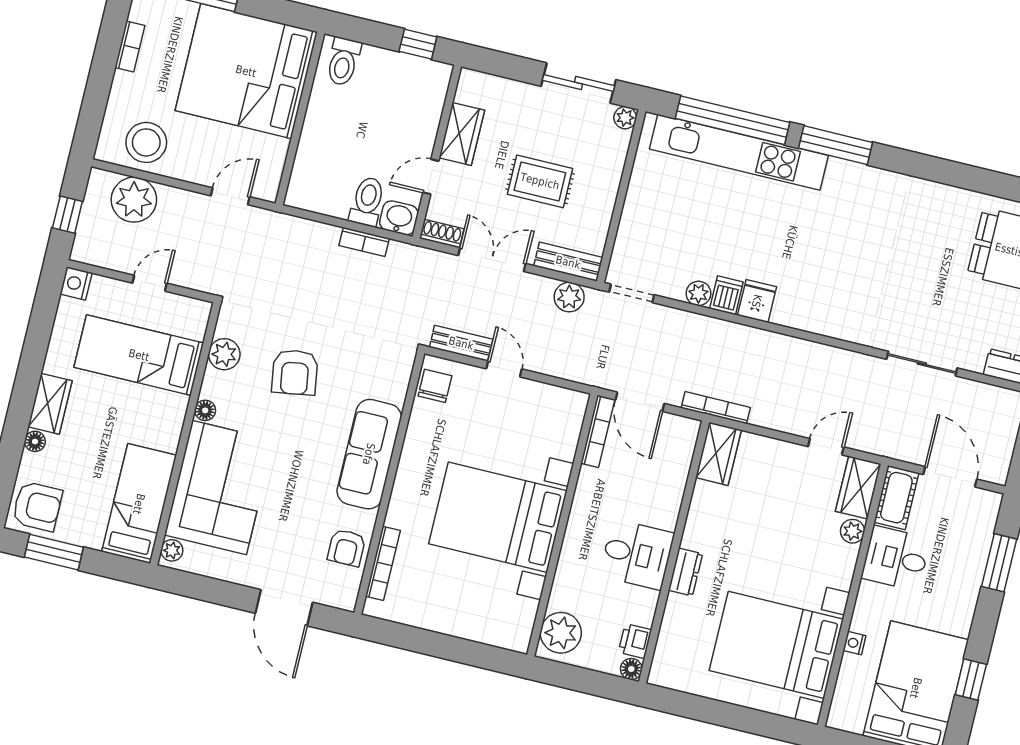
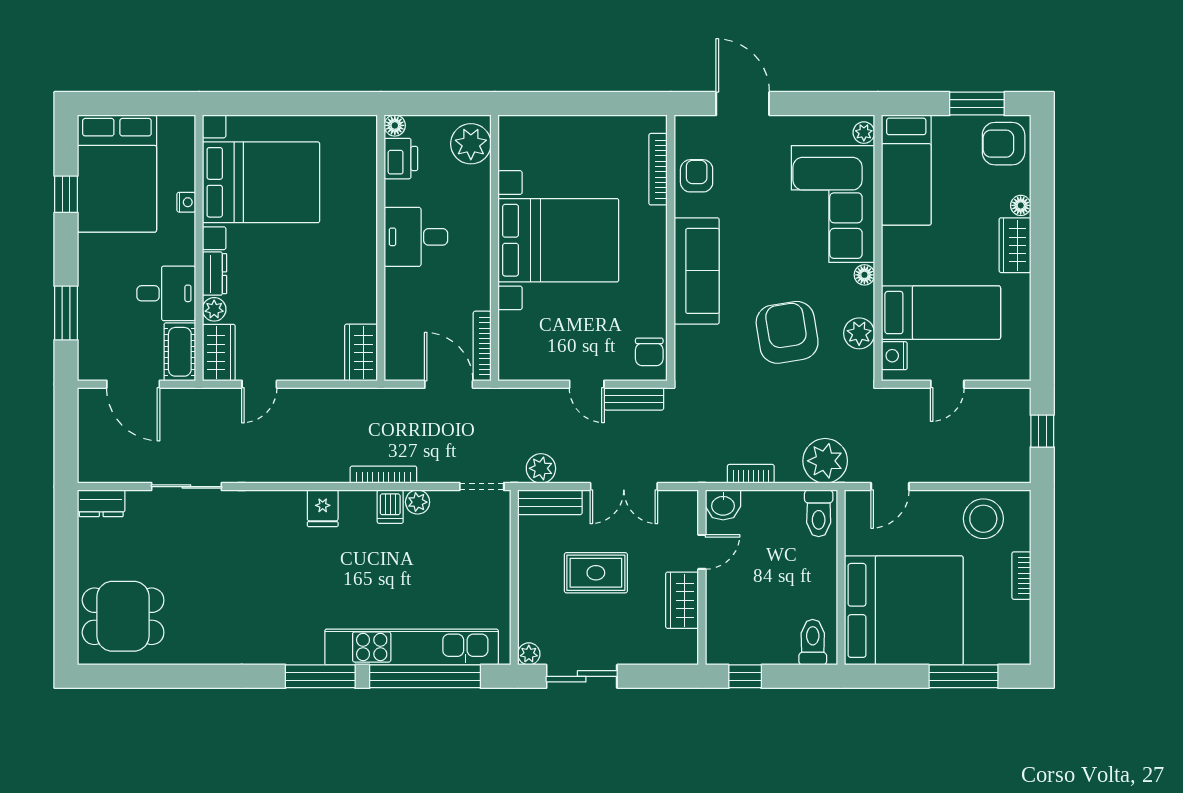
bookcase: (130, 47) -> (1021, 576), moved
plant: (134, 200) -> (825, 461), moved
toilet: (367, 202) -> (819, 513), moved
shoe rack: (442, 234) -> (678, 500), removed
nightstand: (76, 283) -> (894, 356), moved, turned 180
fridge: (757, 301) -> (323, 508), moved
armchair: (295, 372) -> (787, 332), width x1.36, depth x1.36
bookcase: (716, 408) -> (383, 475), moved, turned 180
dresser: (685, 572) -> (215, 274), moved, turned 180
printer: (635, 641) -> (401, 159), width x1.36, depth x1.24

